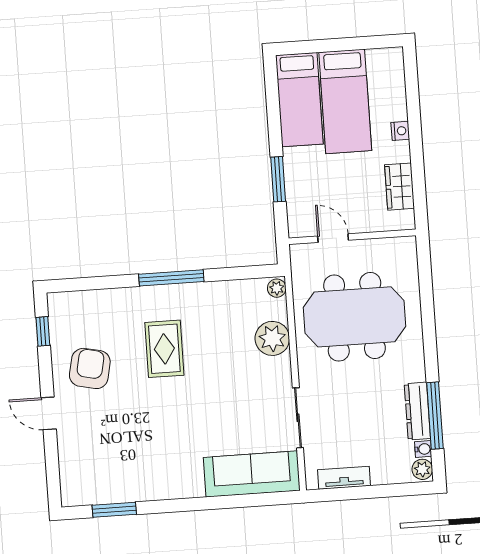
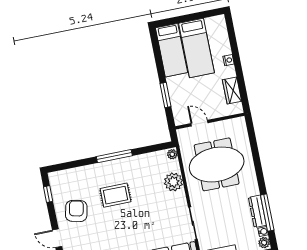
rug: (164, 349) -> (115, 195), turned 90

